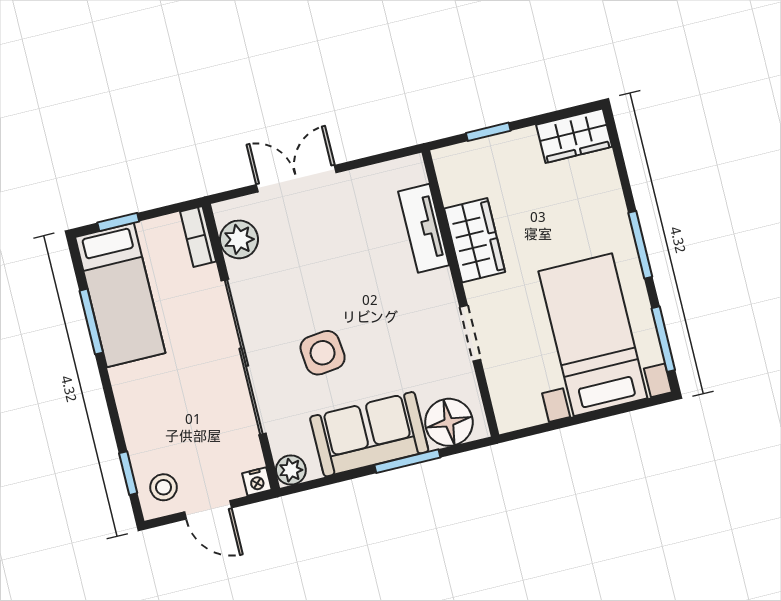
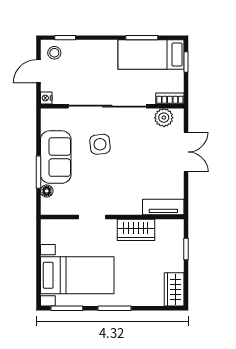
tv unit: (424, 228) -> (163, 207), moved
floor lamp: (449, 422) -> (47, 191), width x0.53, depth x0.53
plant: (291, 470) -> (48, 116), removed

